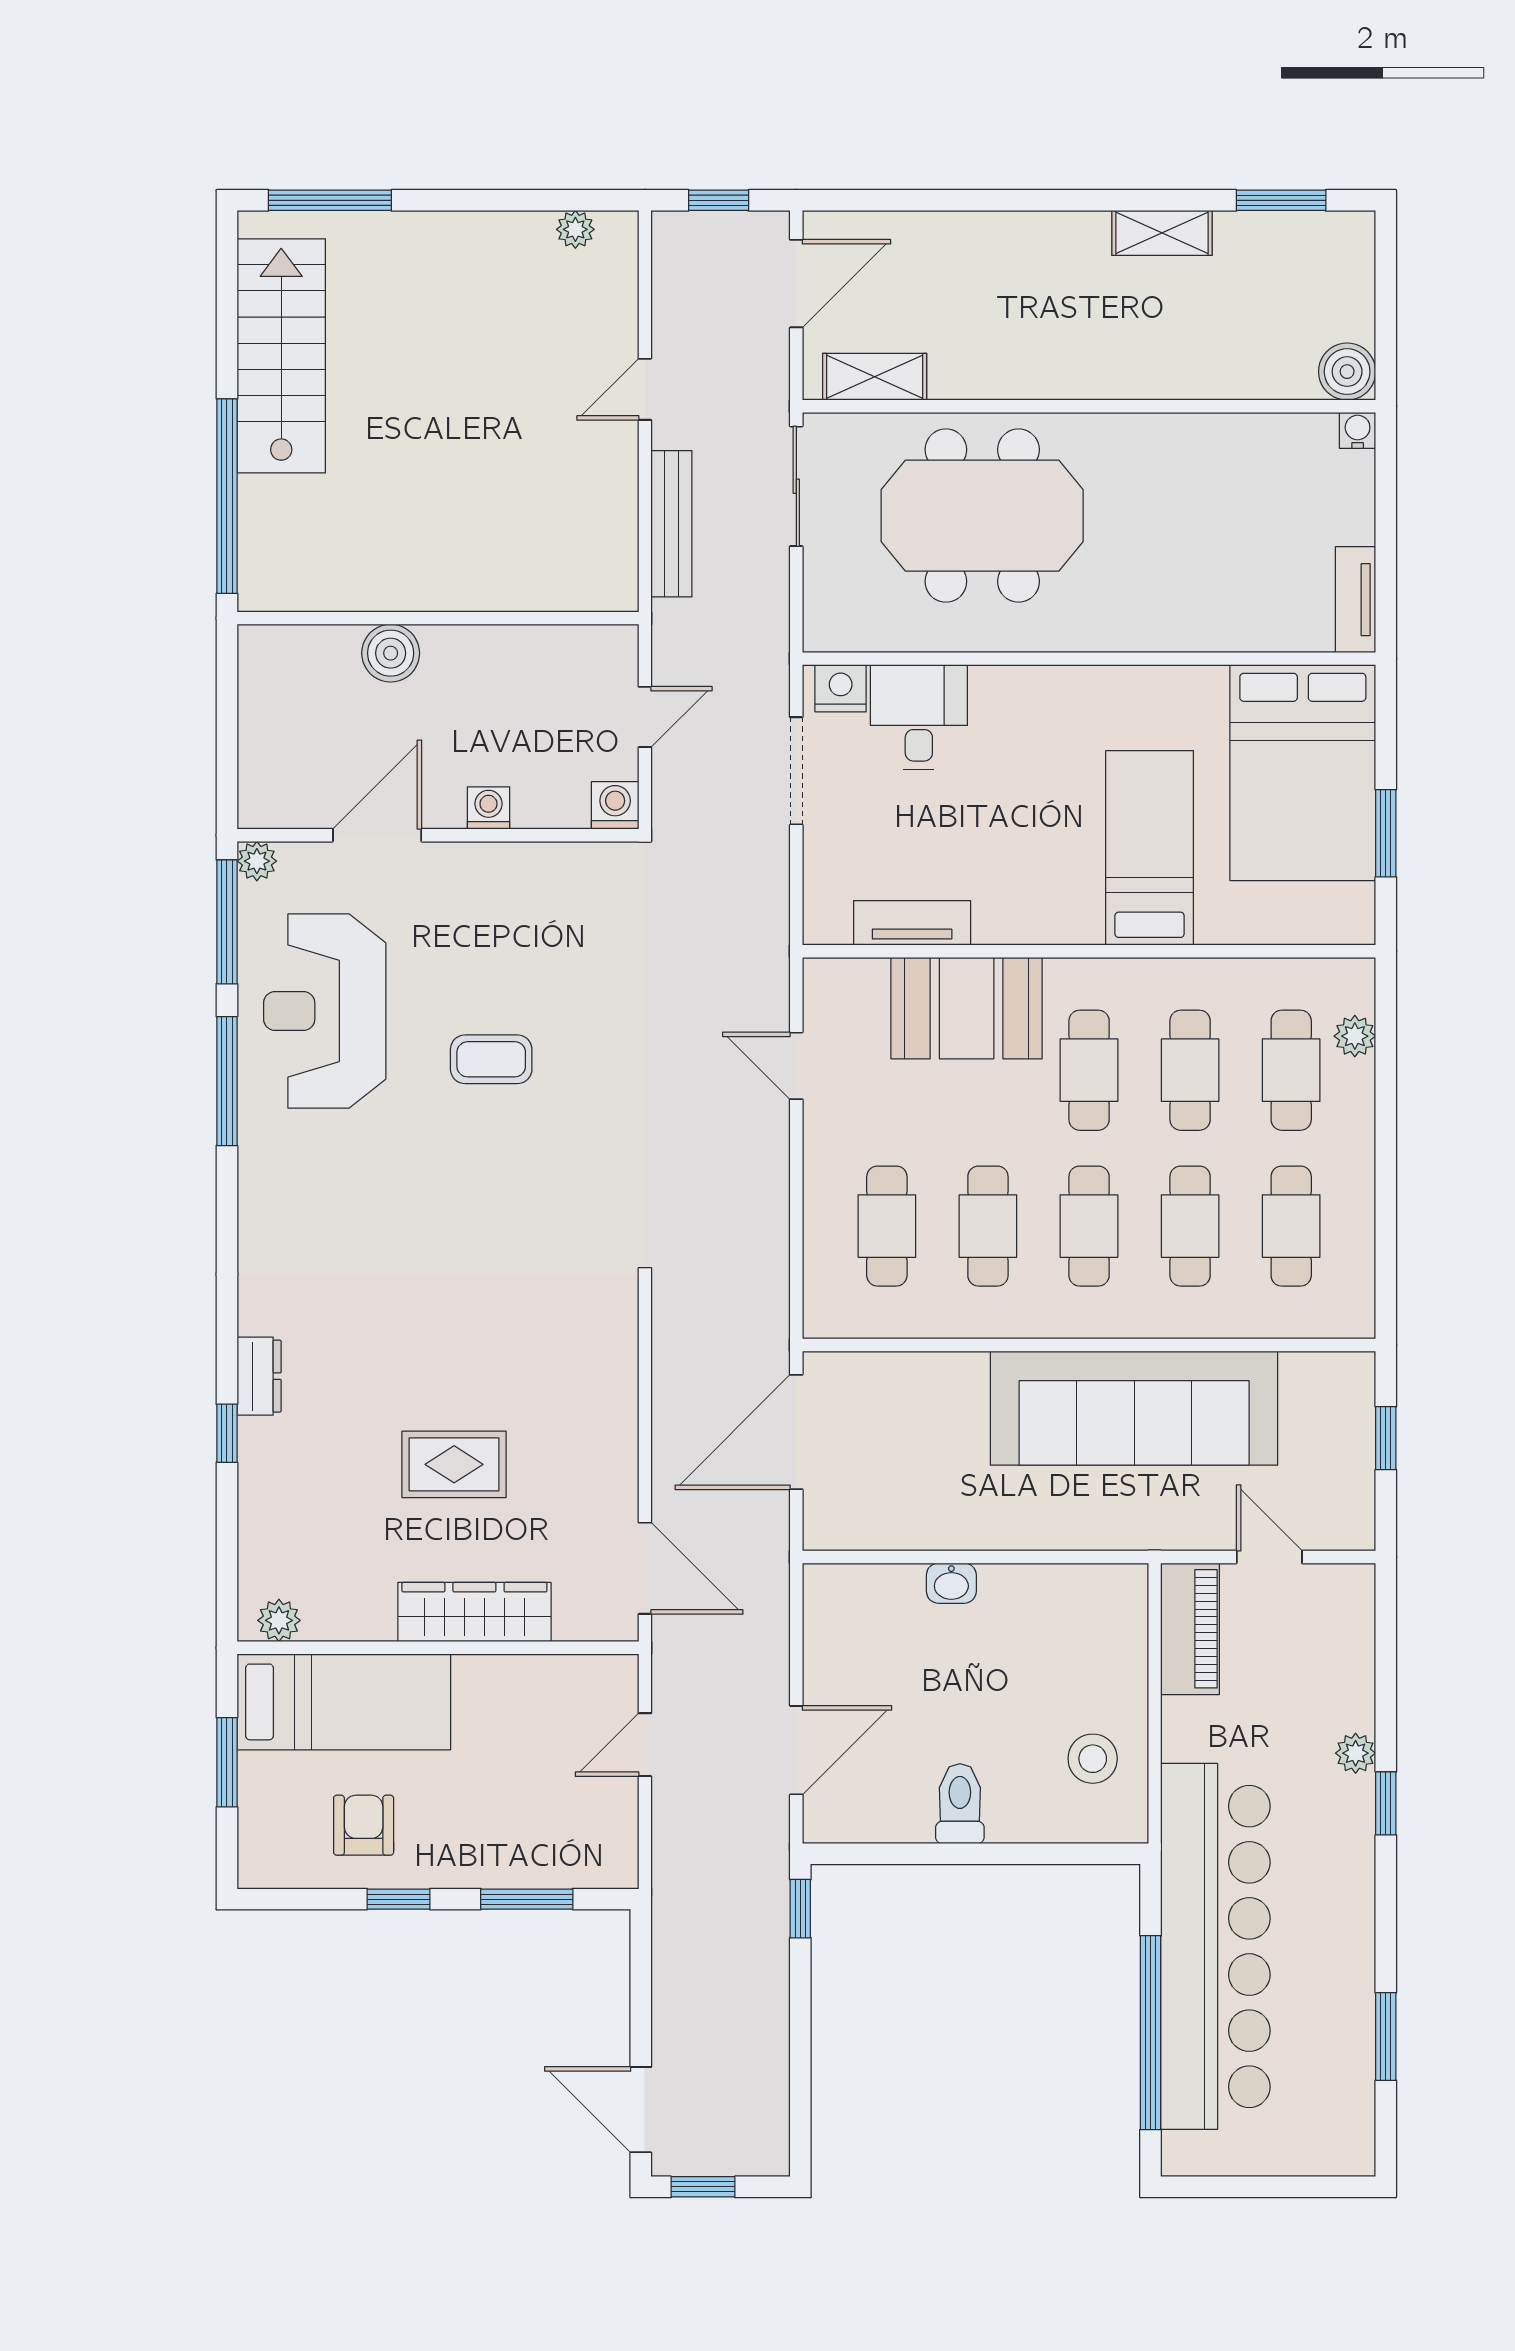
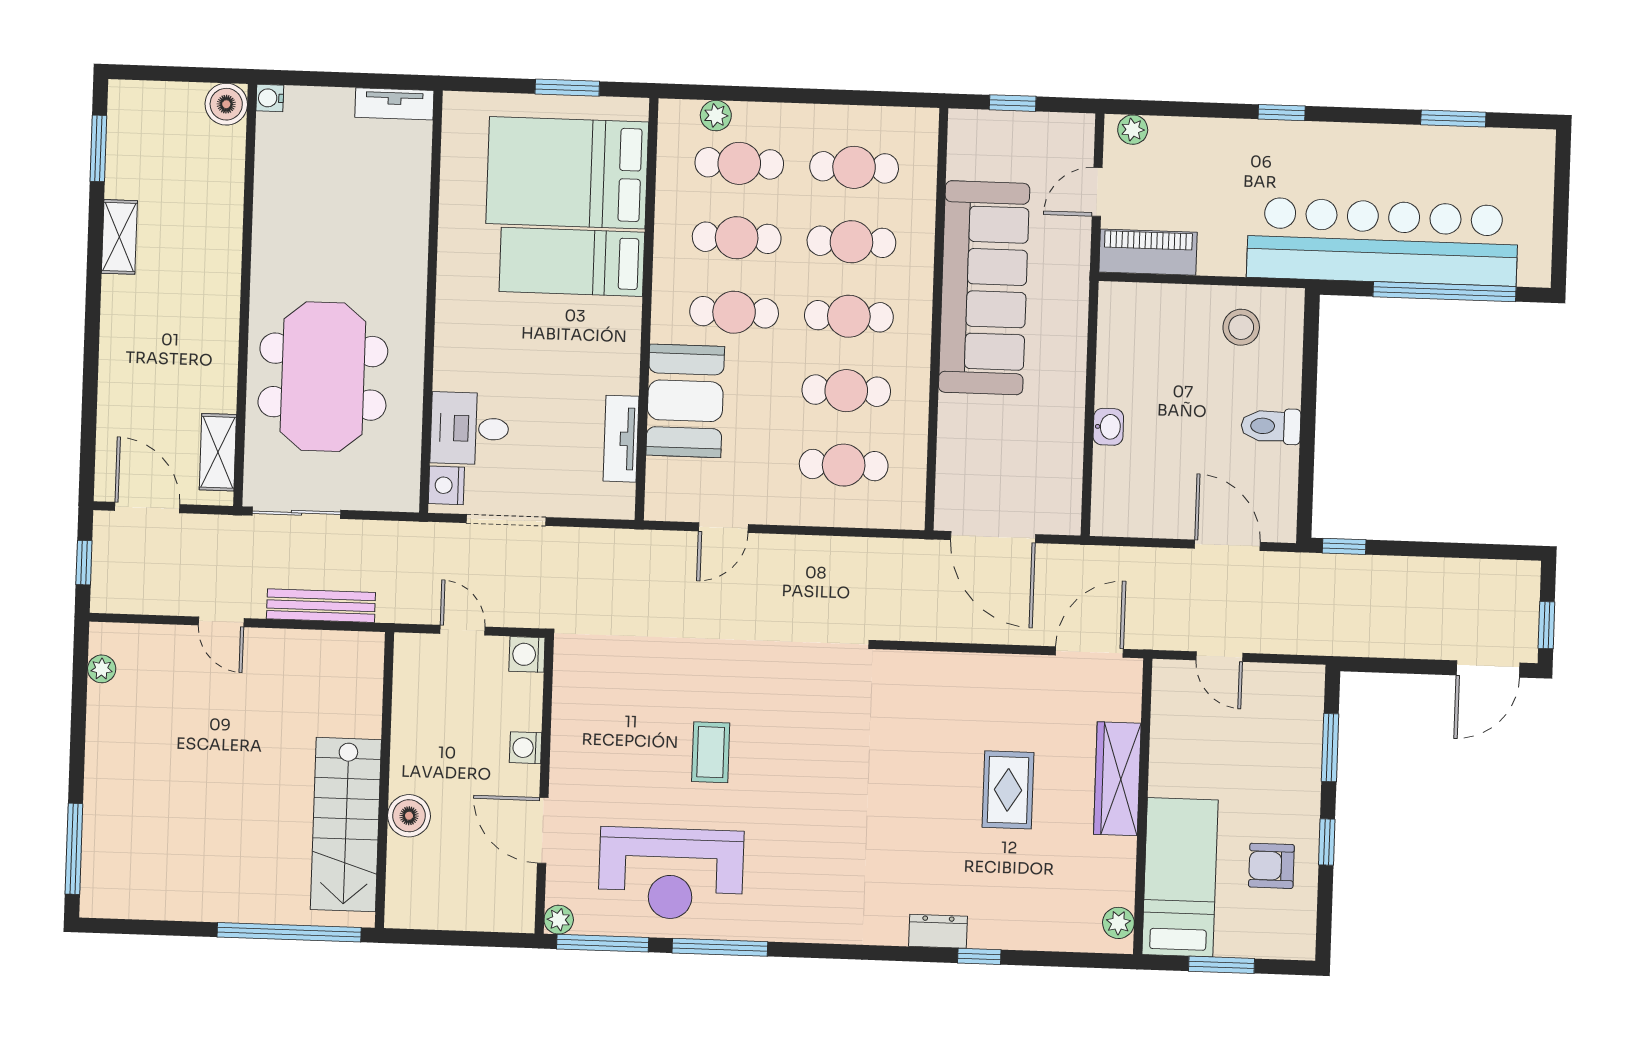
stairs: (281, 356) -> (346, 825), moved, turned -90
bed: (1303, 773) -> (567, 173), moved, turned 180
plant: (1356, 1753) -> (1133, 130), moved

